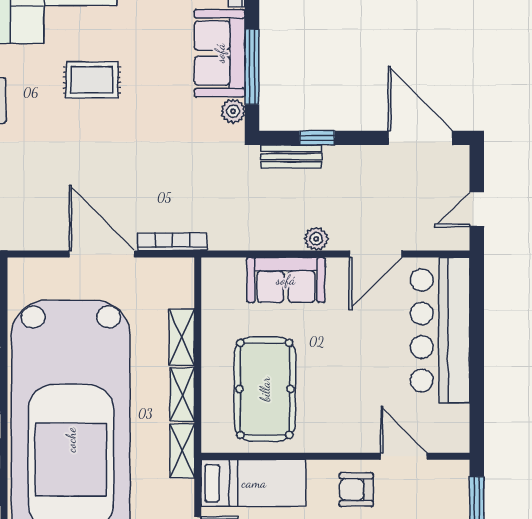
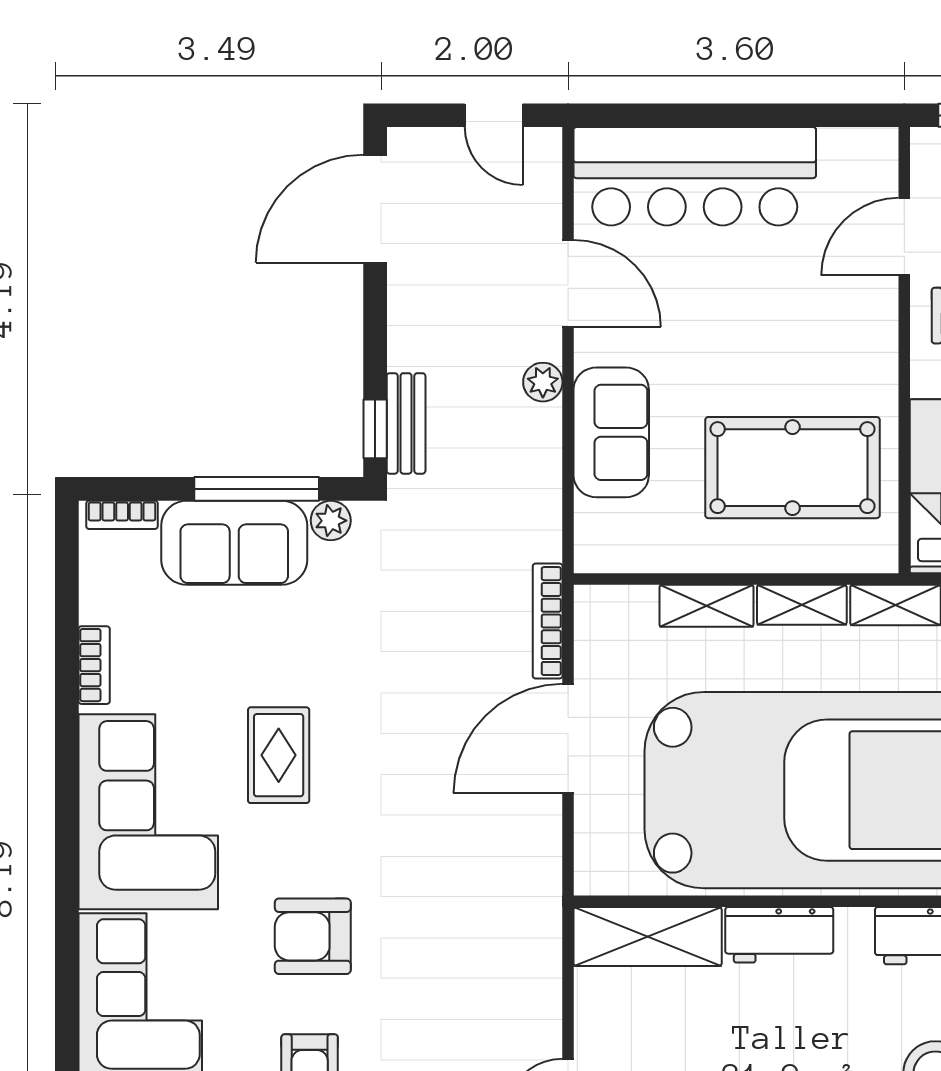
window: (317, 138) -> (375, 429), moved

